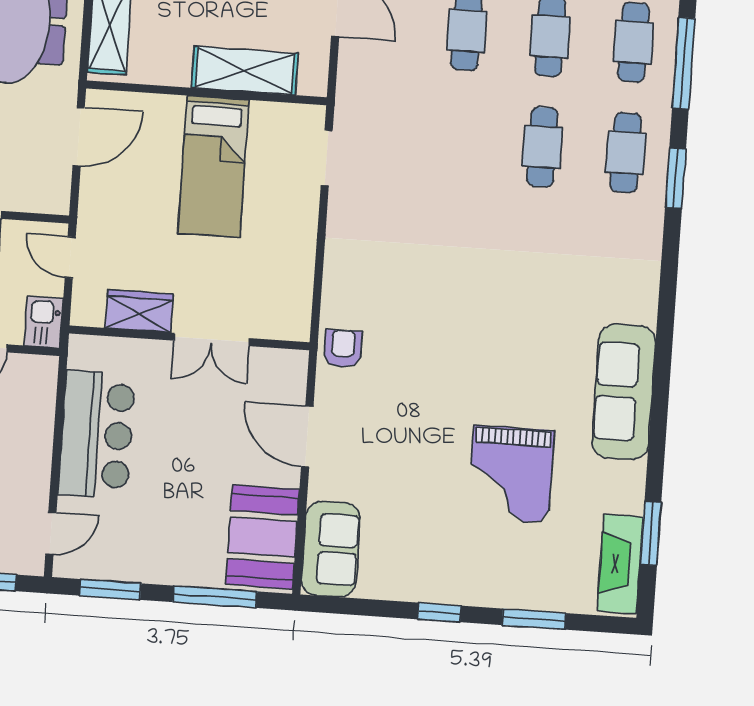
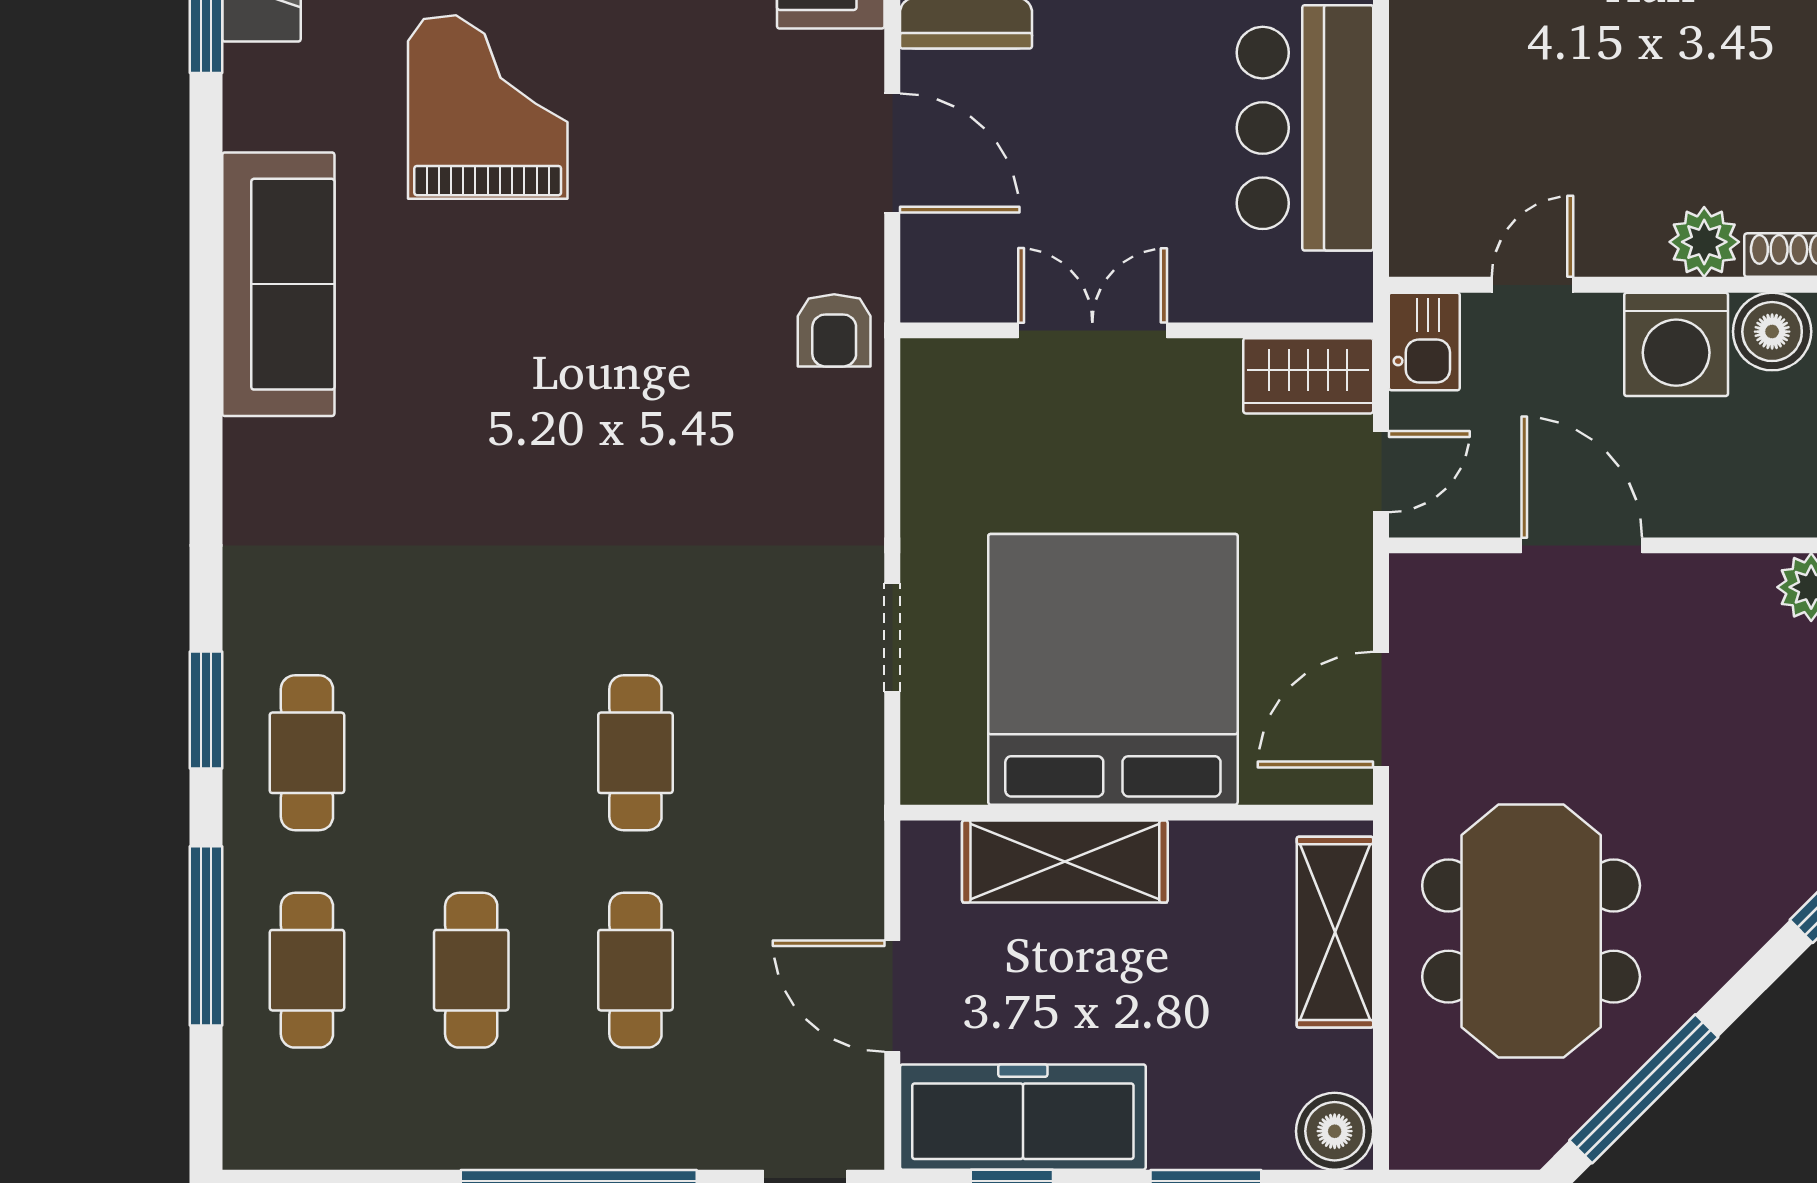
cafe table: (542, 147) -> (635, 753), moved
doorway: (327, 158) -> (892, 637), moved
bed: (213, 166) -> (1113, 669), width x2.04
door: (70, 257) -> (1381, 472), hinge flipped
wardrobe: (139, 311) -> (1308, 376), moved

